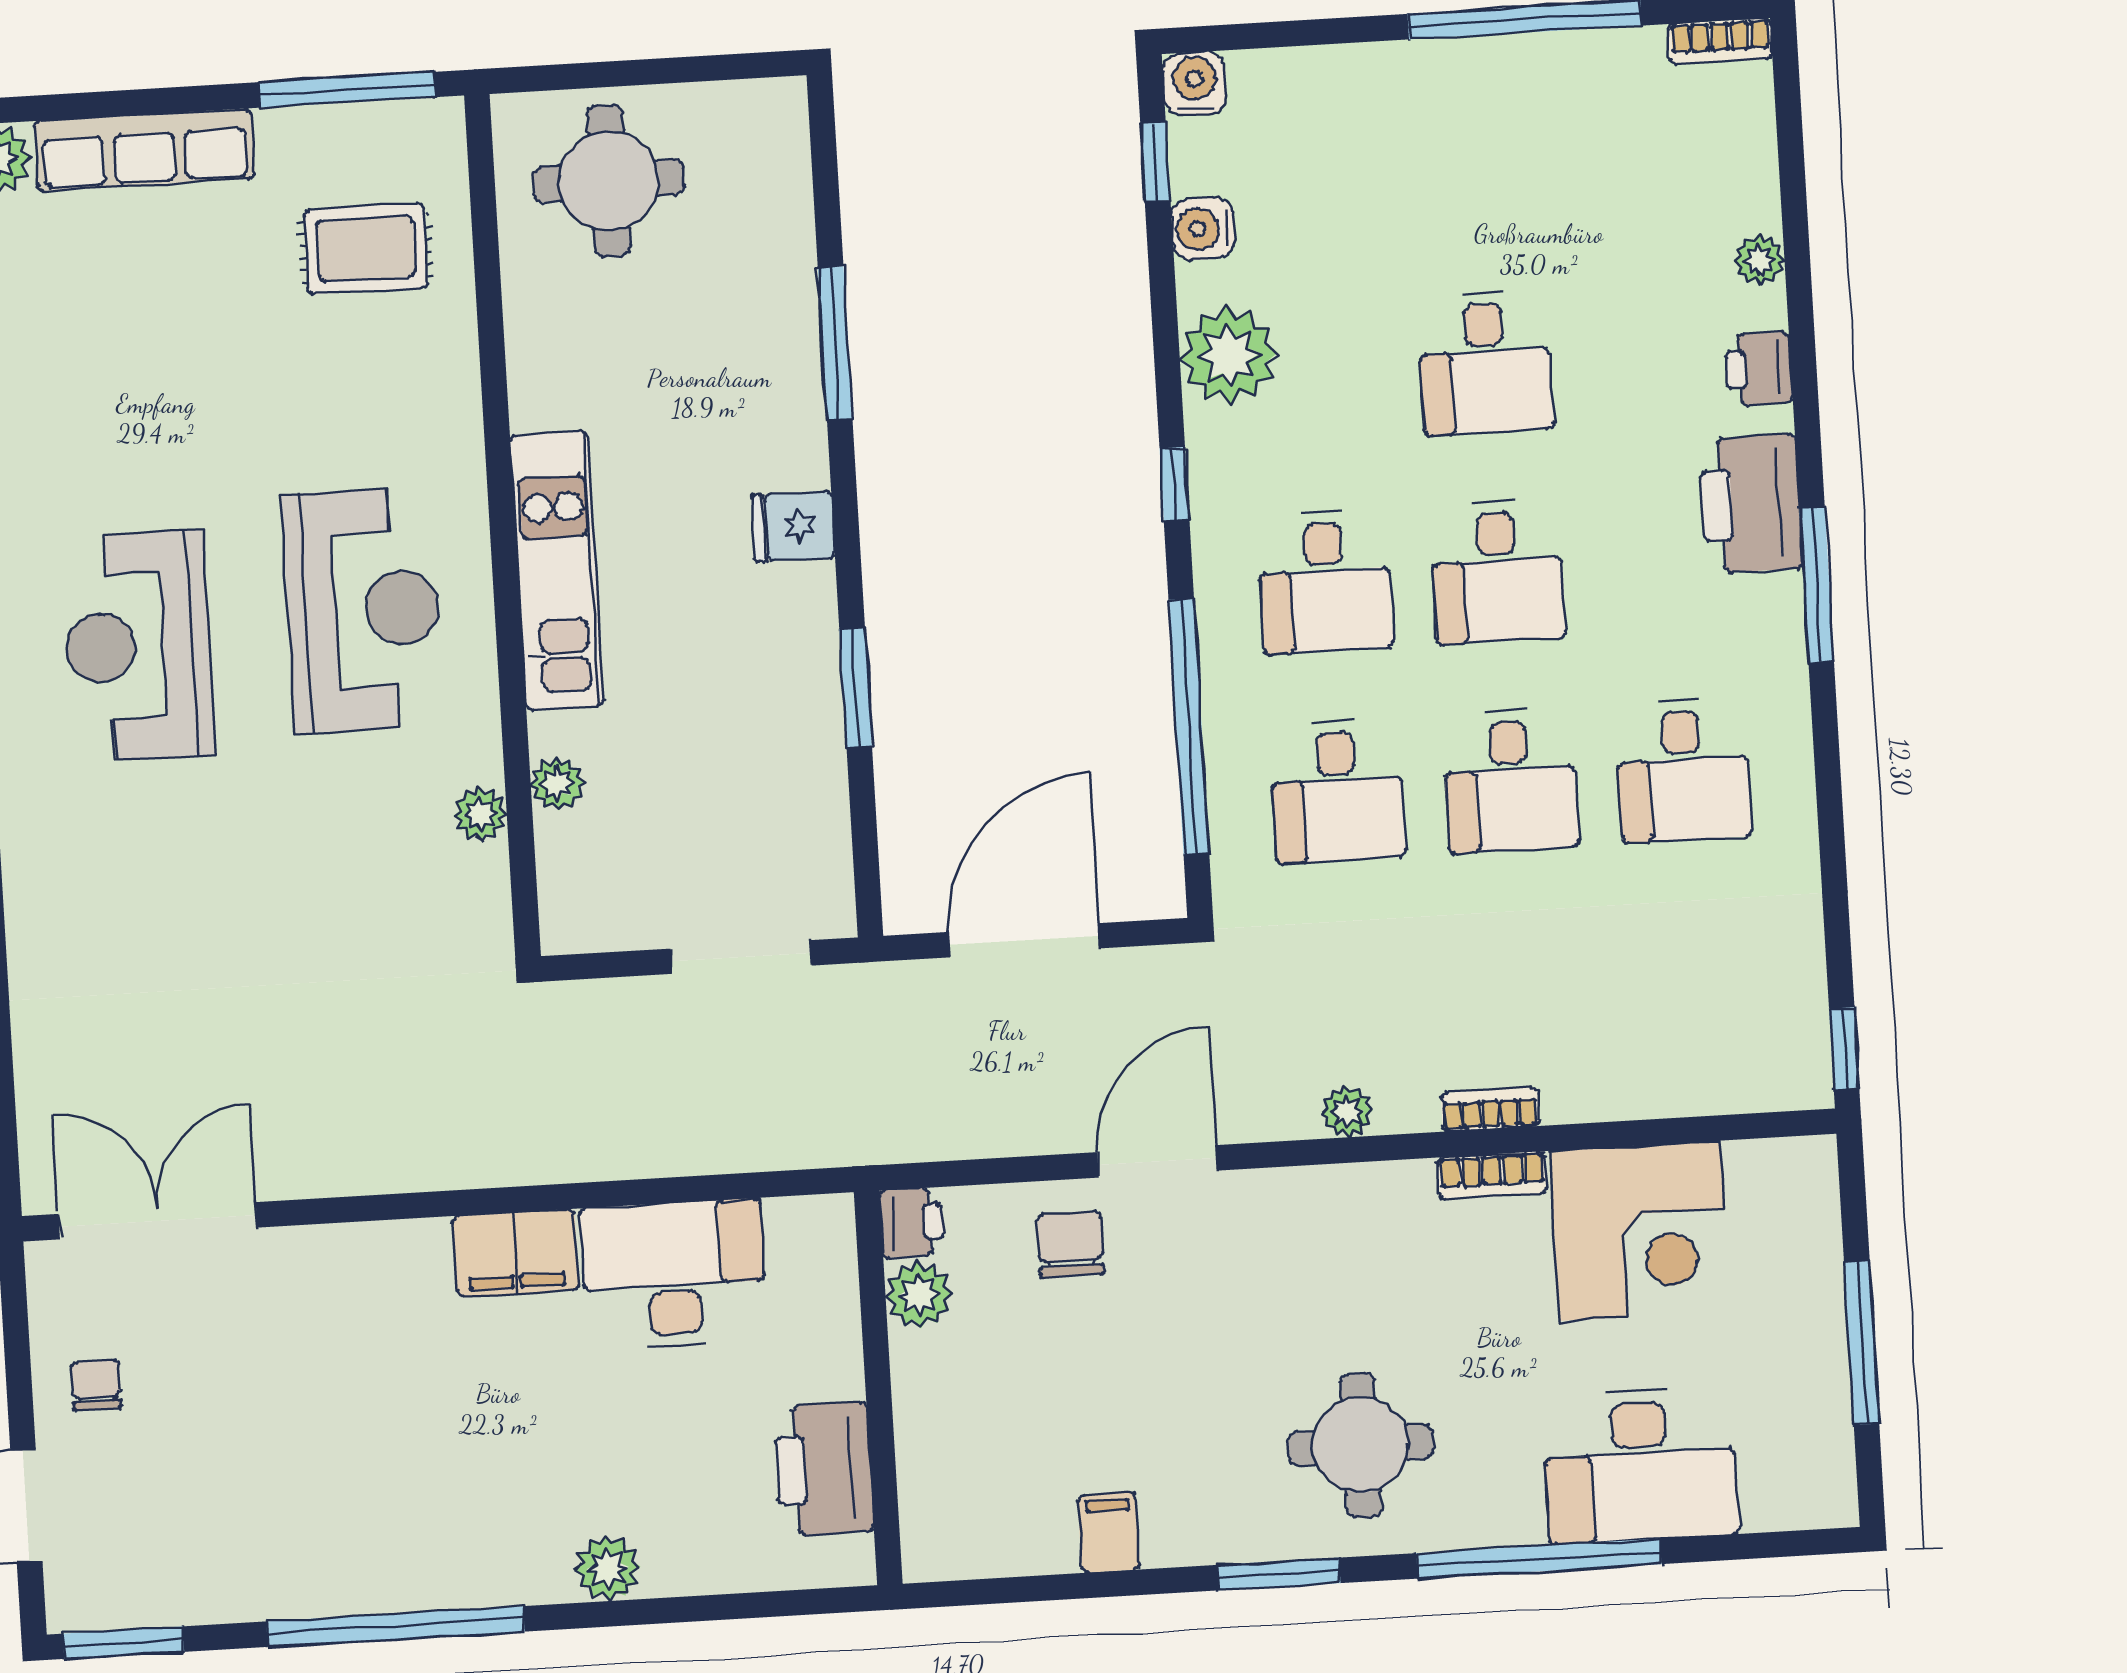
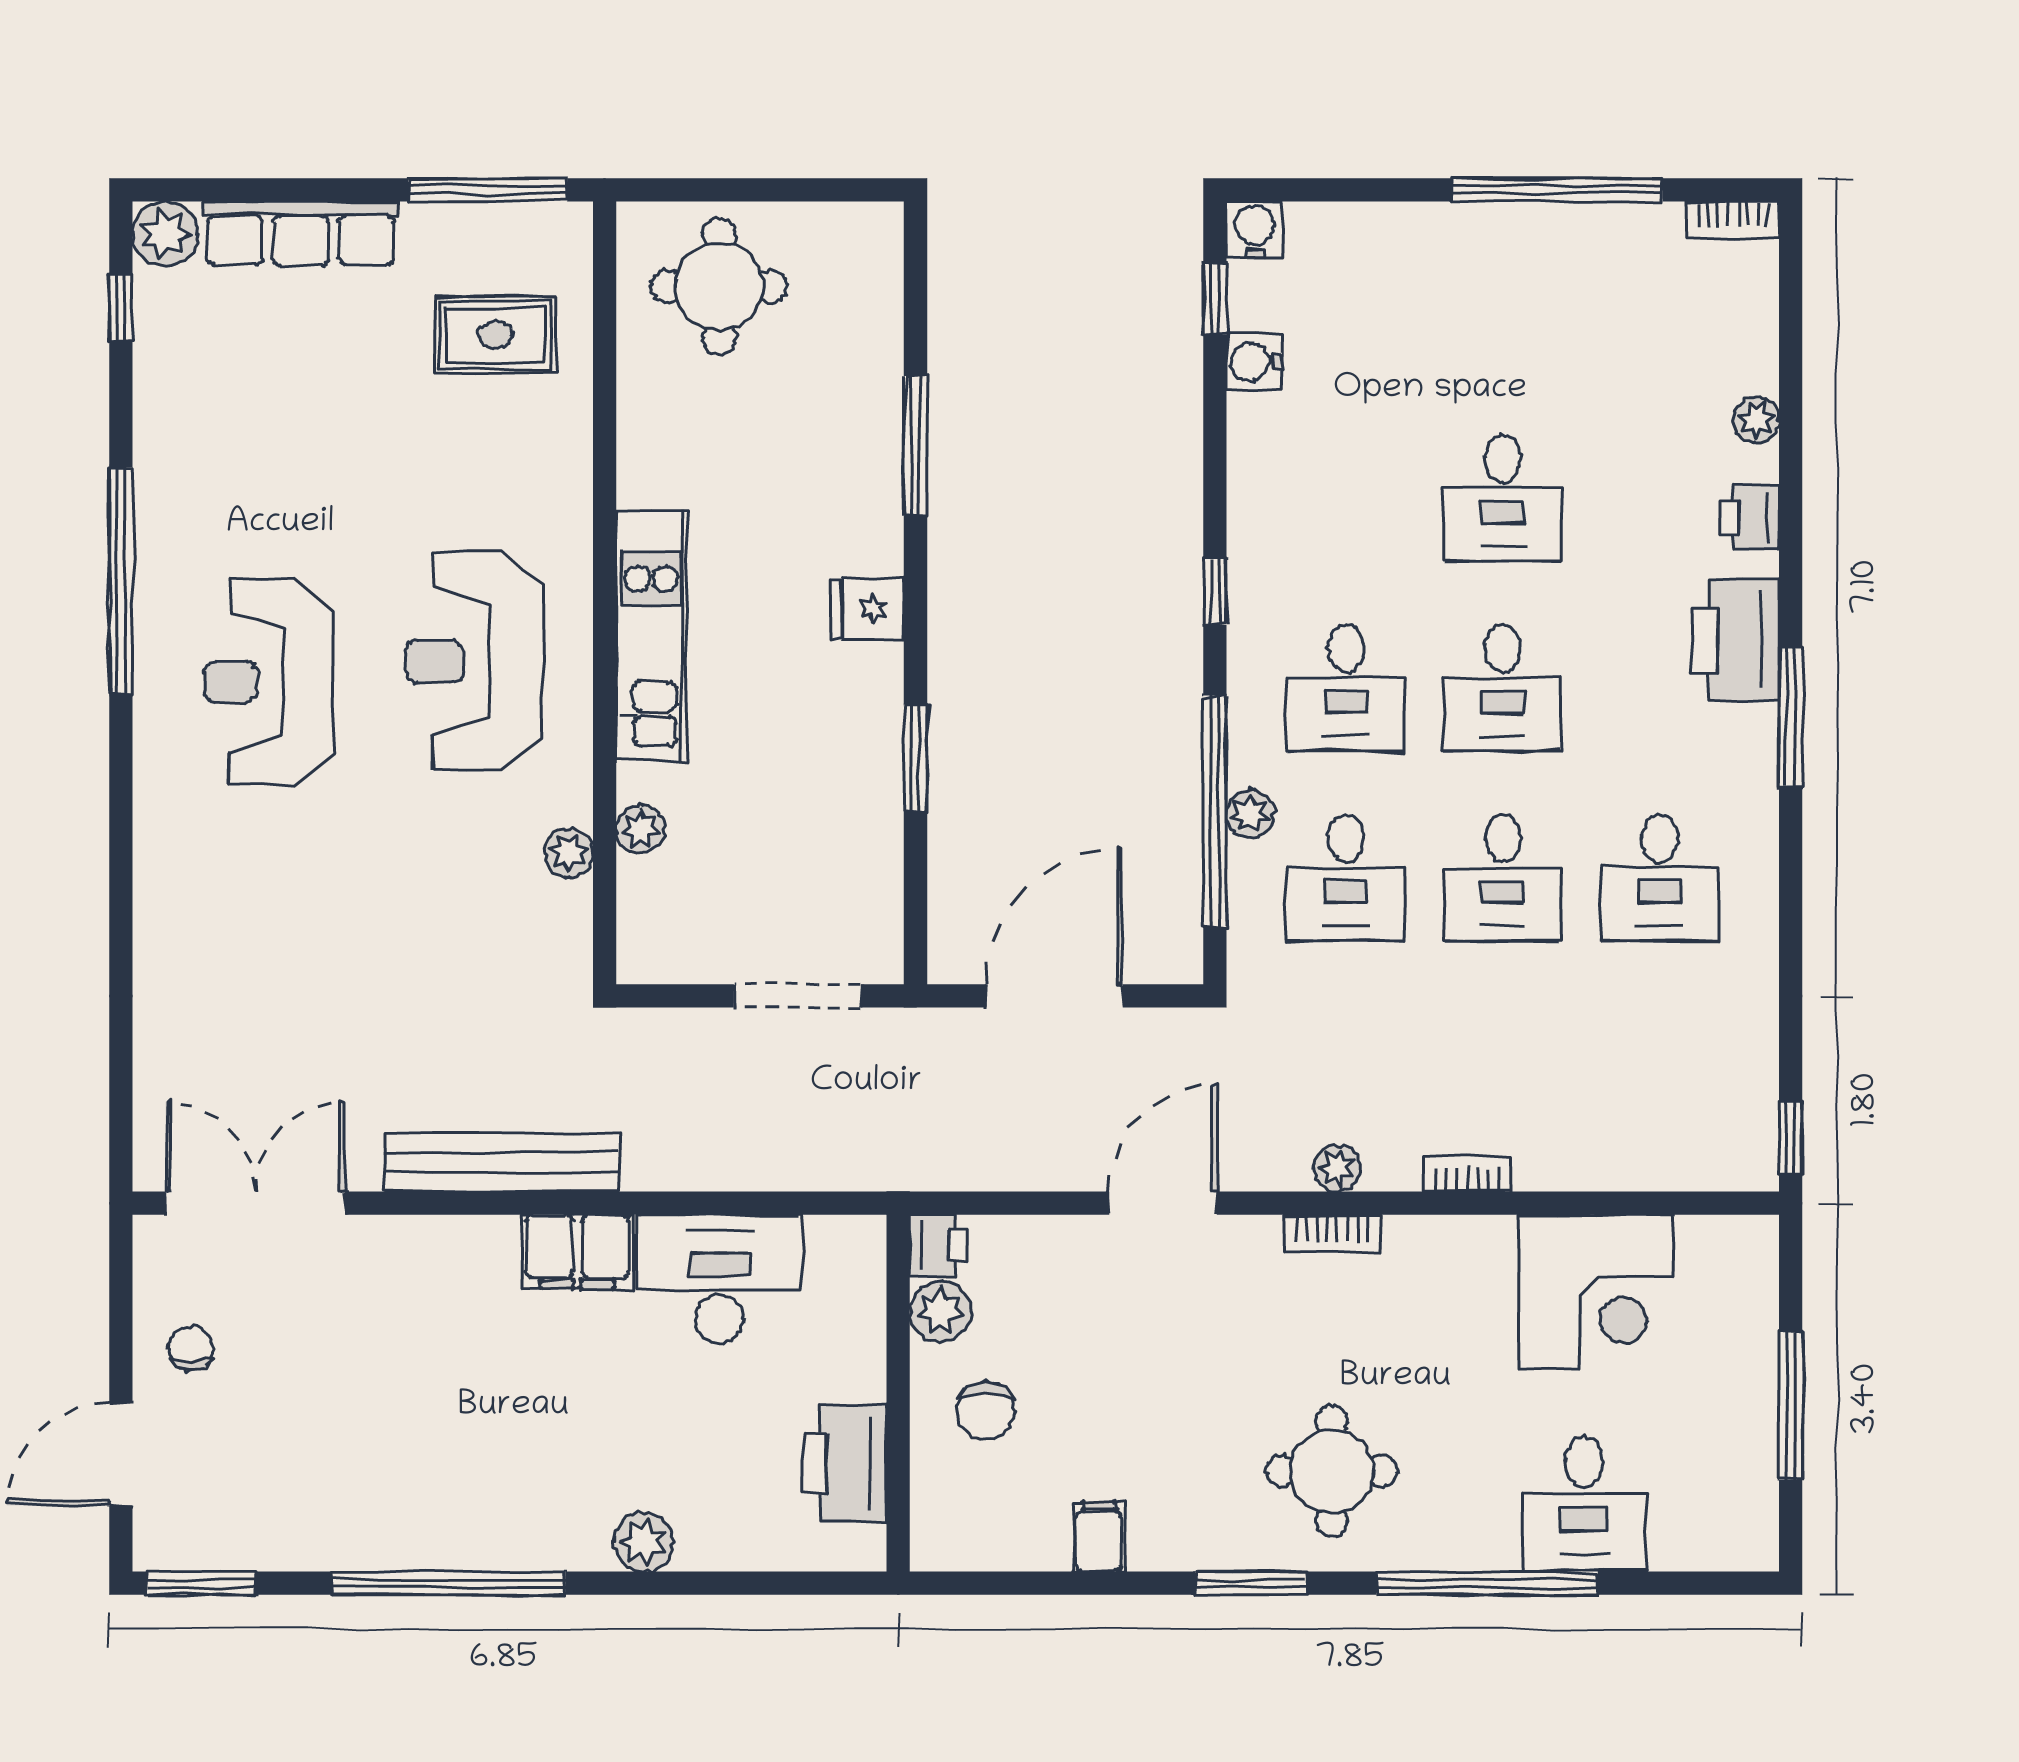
plant: (1229, 355) -> (1250, 814), moved, width x0.53, depth x0.53
reception desk: (363, 610) -> (474, 661), turned 180
bench: (427, 1160) -> (502, 1162), added
bookcase: (1492, 1176) -> (1332, 1234), moved
chair: (1071, 1244) -> (986, 1411), moved, turned 180
desk: (1641, 1465) -> (1584, 1504), width x0.73

